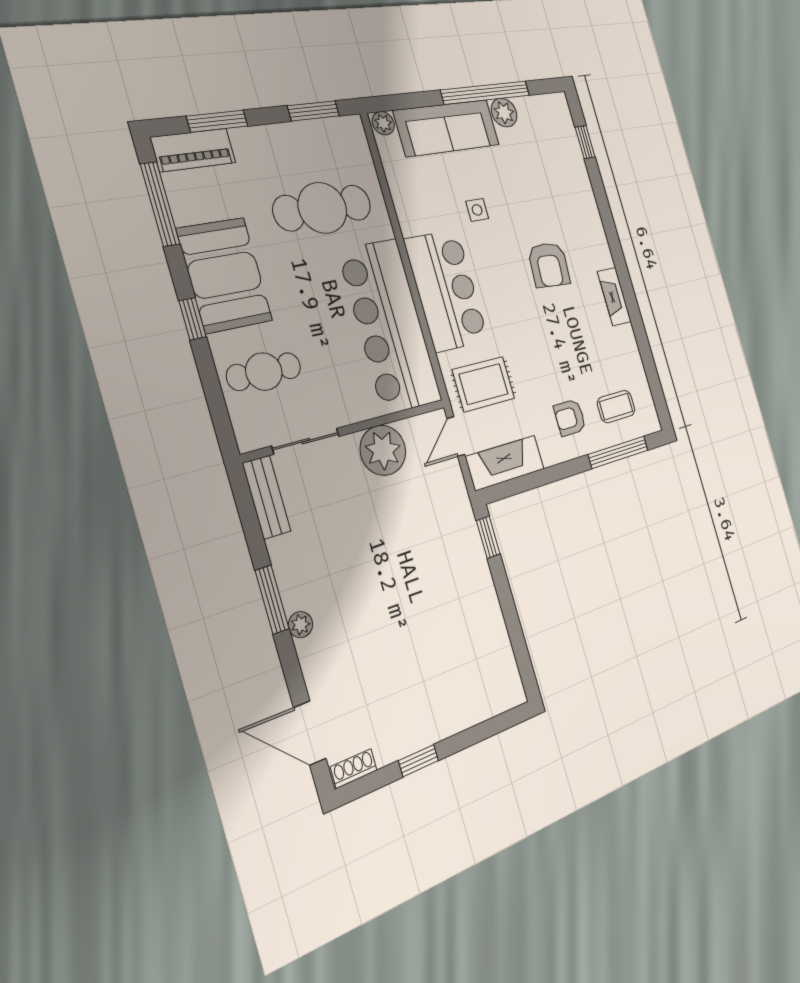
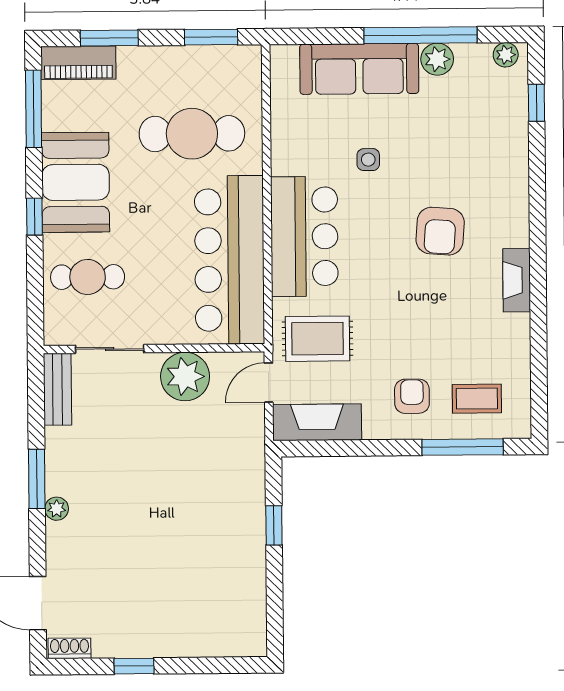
plant: (383, 123) -> (506, 55), moved
armchair: (570, 418) -> (412, 396), turned 90
window: (488, 537) -> (274, 525), moved

